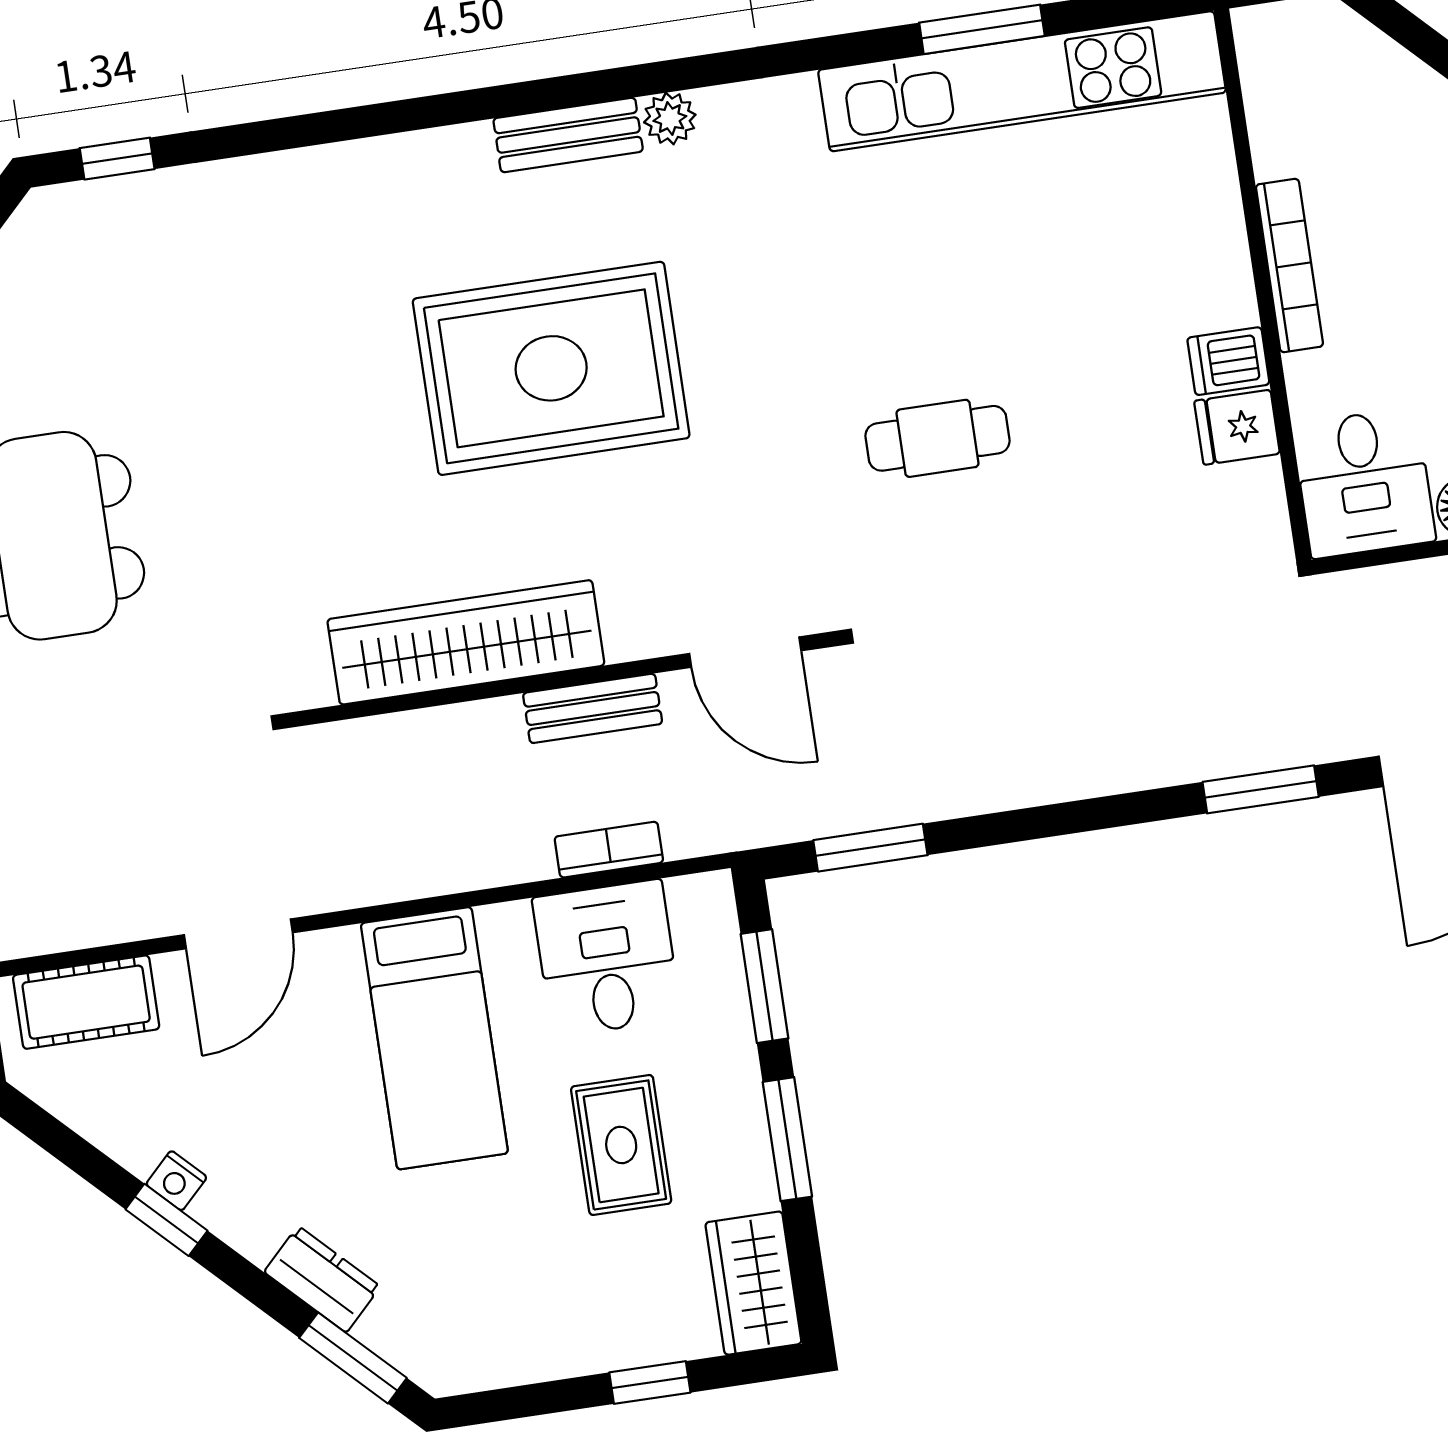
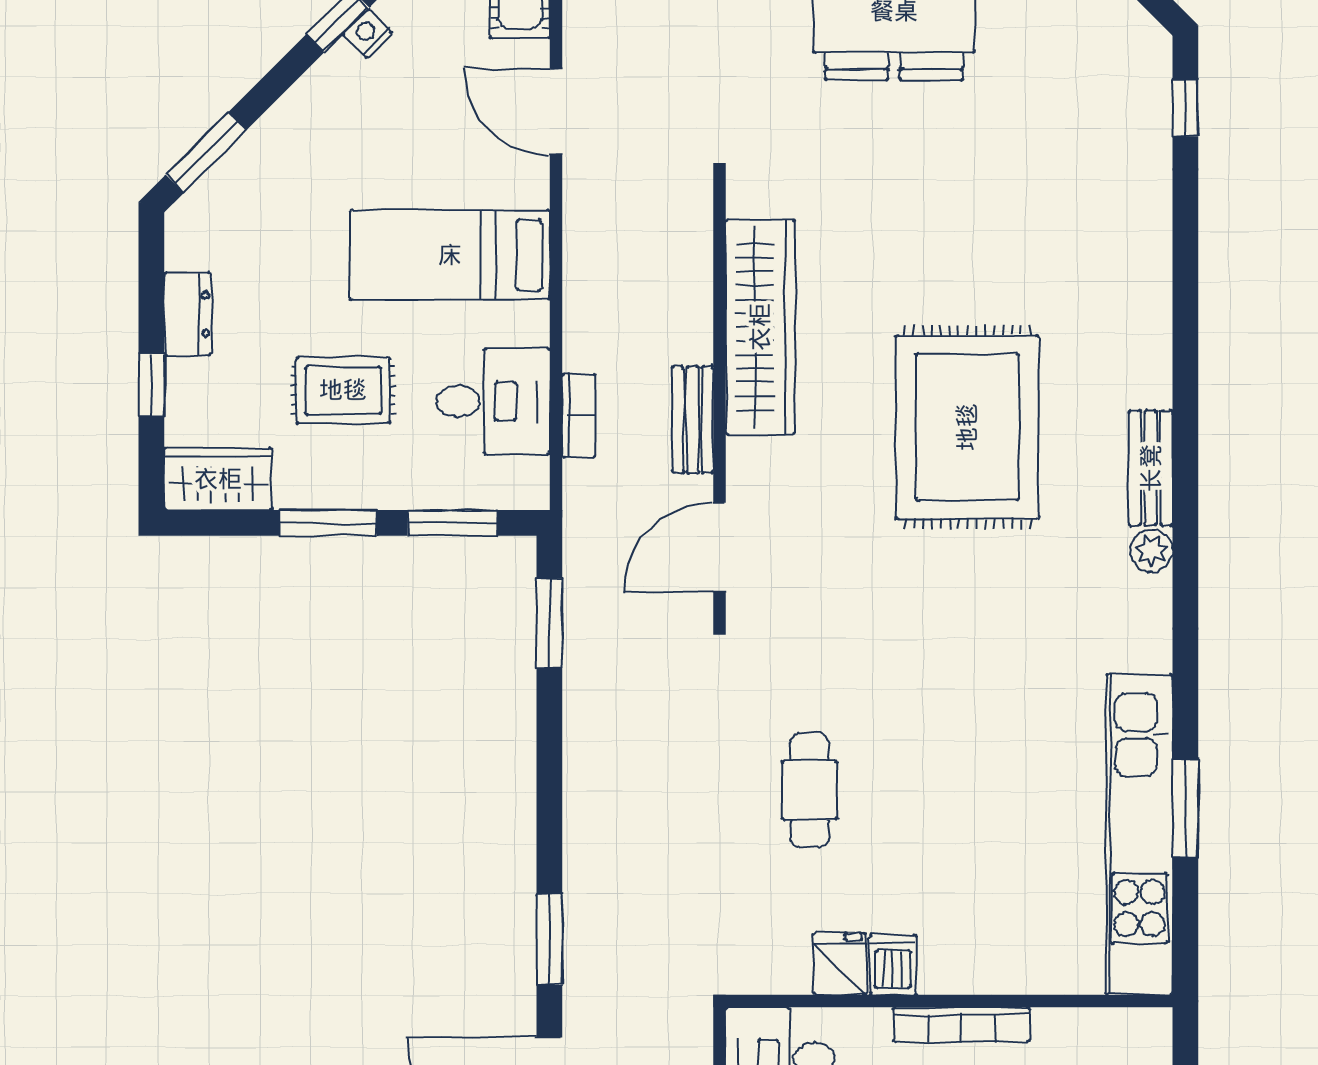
cafe table: (938, 438) -> (809, 790), moved
dresser: (322, 1279) -> (187, 314), moved, turned -45

